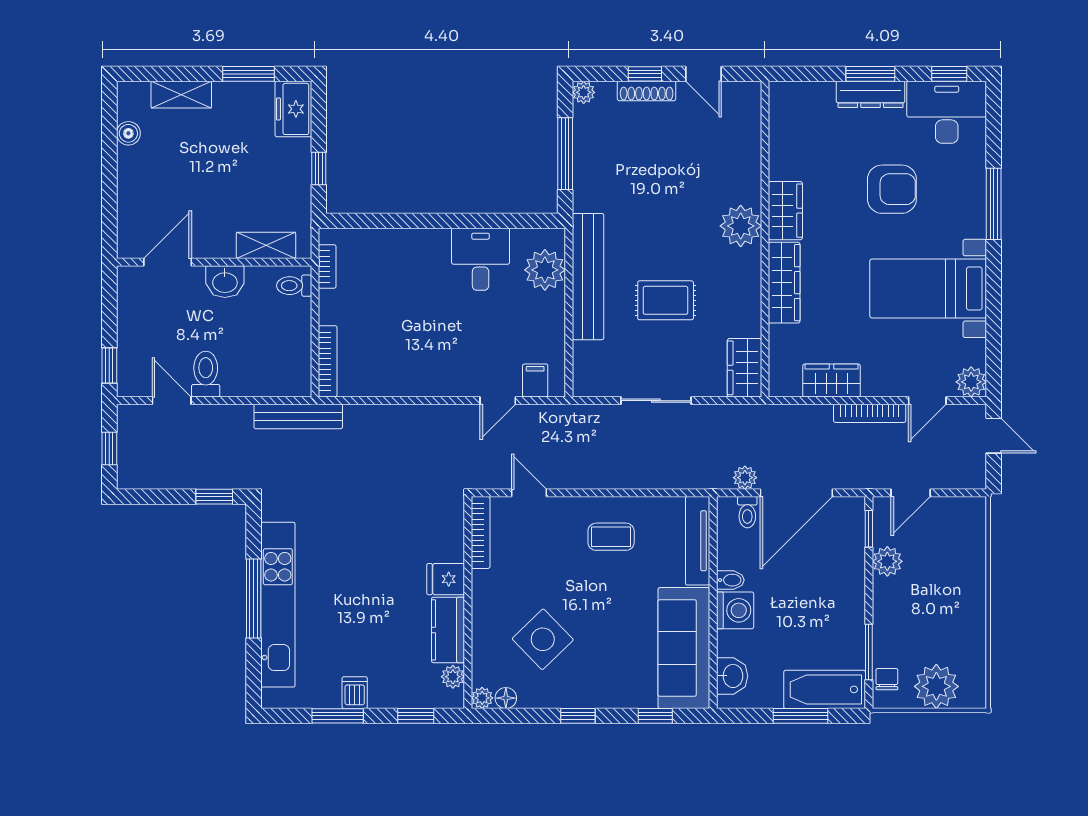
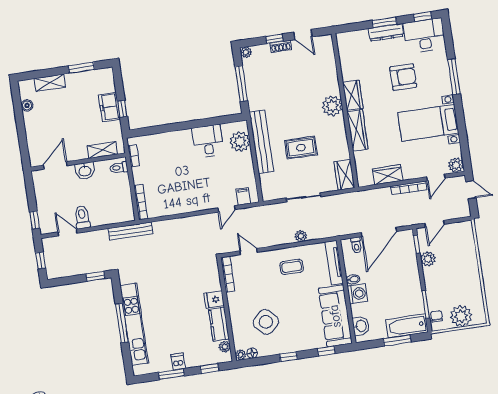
shoe rack: (647, 91) -> (281, 46), width x0.70
freezer: (293, 109) -> (109, 107), moved
plant: (745, 478) -> (301, 236), moved

